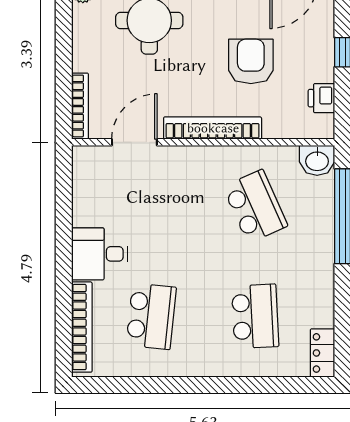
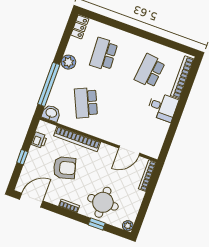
armchair: (251, 61) -> (65, 168), turned -105
bookcase: (213, 128) -> (77, 139), moved
plant: (320, 275) -> (68, 62), added

